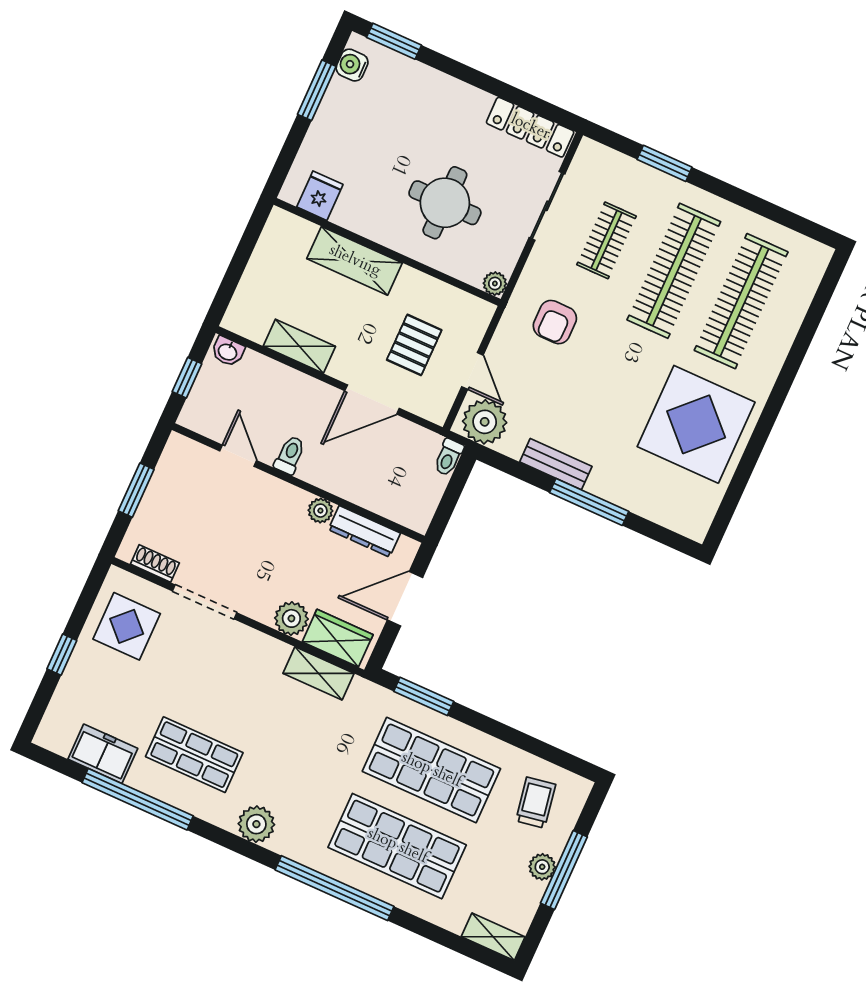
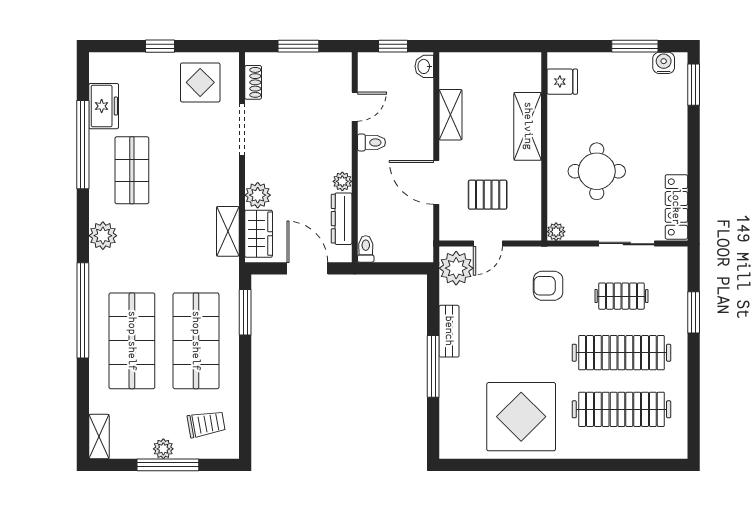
toilet: (448, 457) -> (366, 249), moved, turned 90

